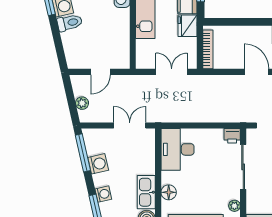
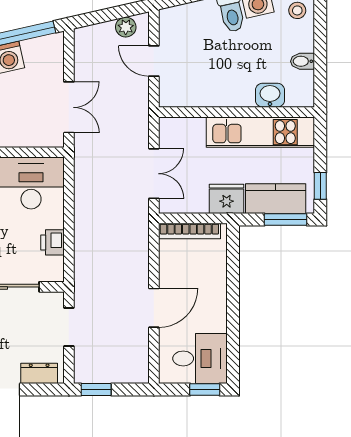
plant: (82, 103) -> (126, 27), moved
printer: (232, 136) -> (53, 242), moved

